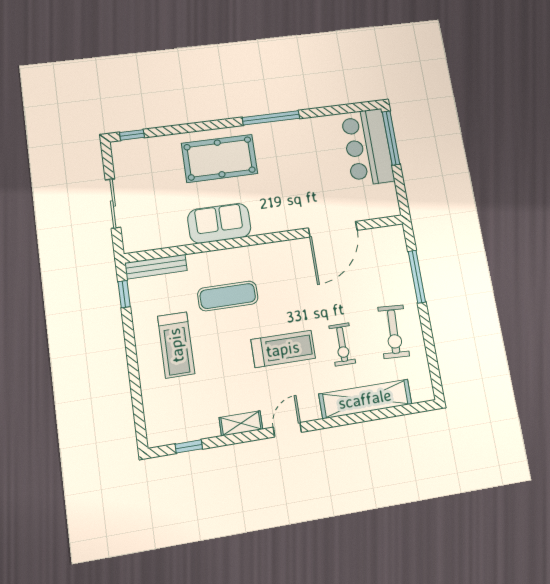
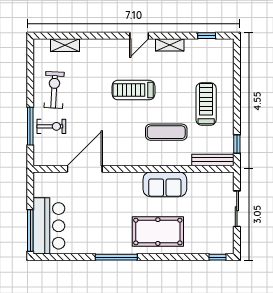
exercise bike: (342, 344) -> (51, 126), moved, turned 90
shelving: (365, 399) -> (65, 45), width x0.45, depth x0.75

